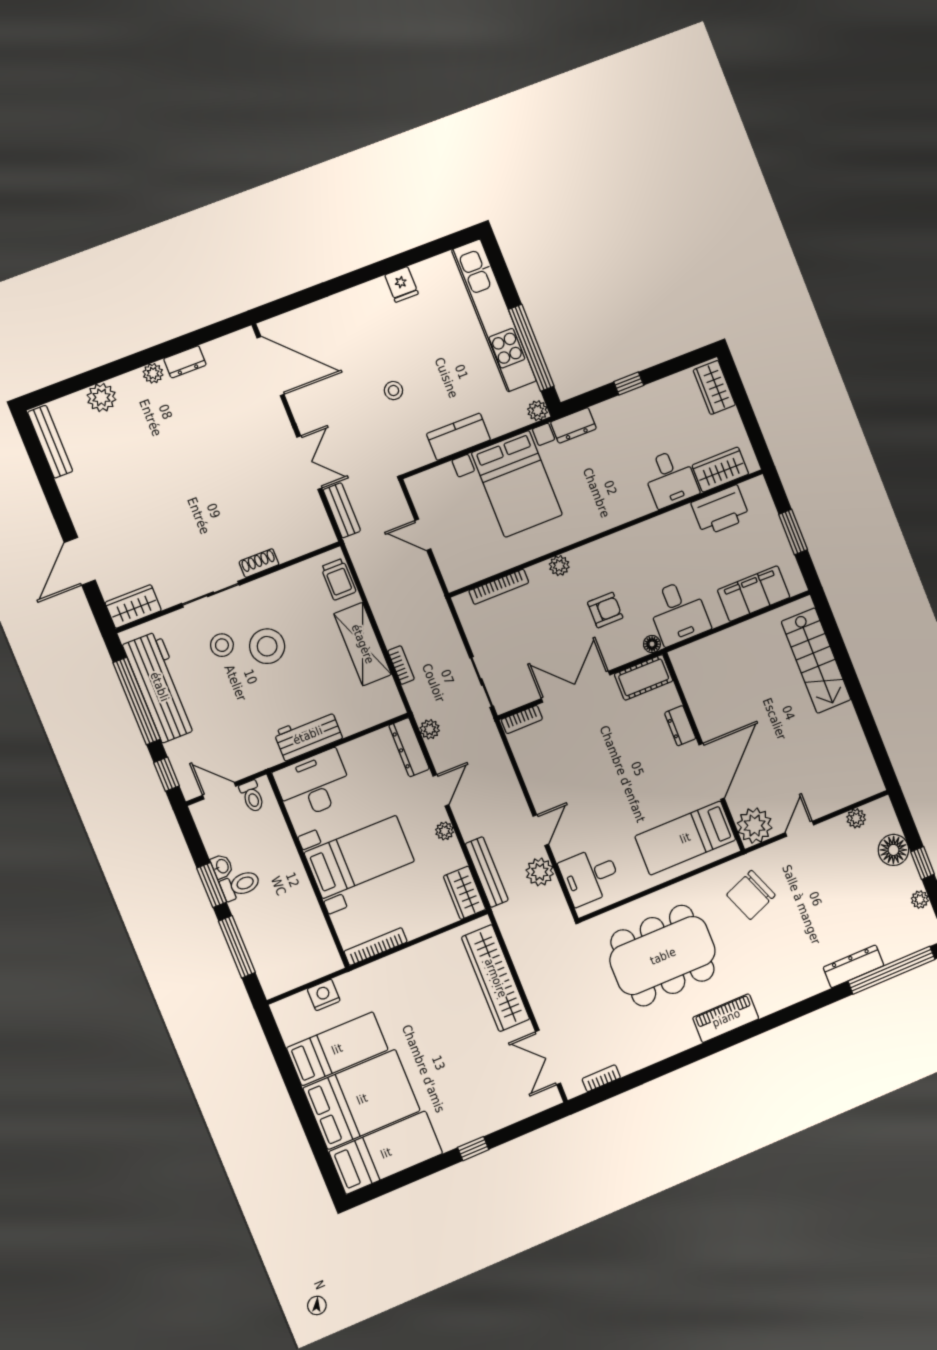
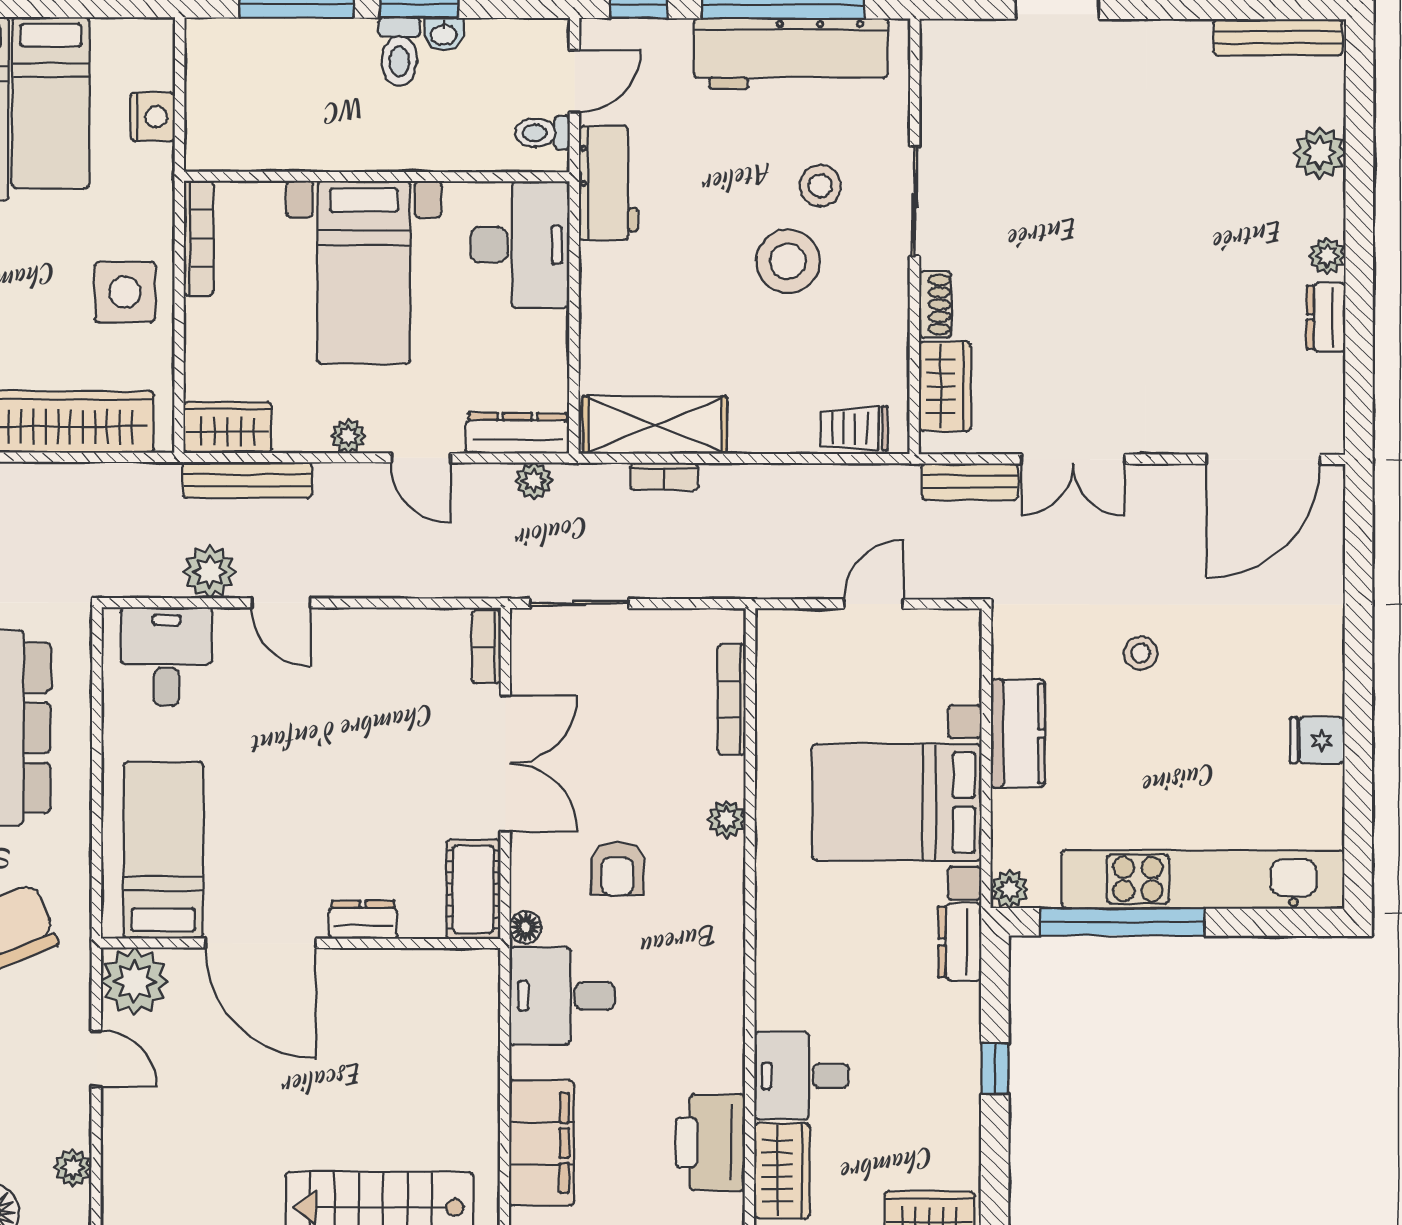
wardrobe: (133, 606) -> (945, 386), moved
shelving: (363, 644) -> (655, 425), moved
workbench: (308, 735) -> (608, 183), moved
side table: (417, 972) -> (125, 292), added

